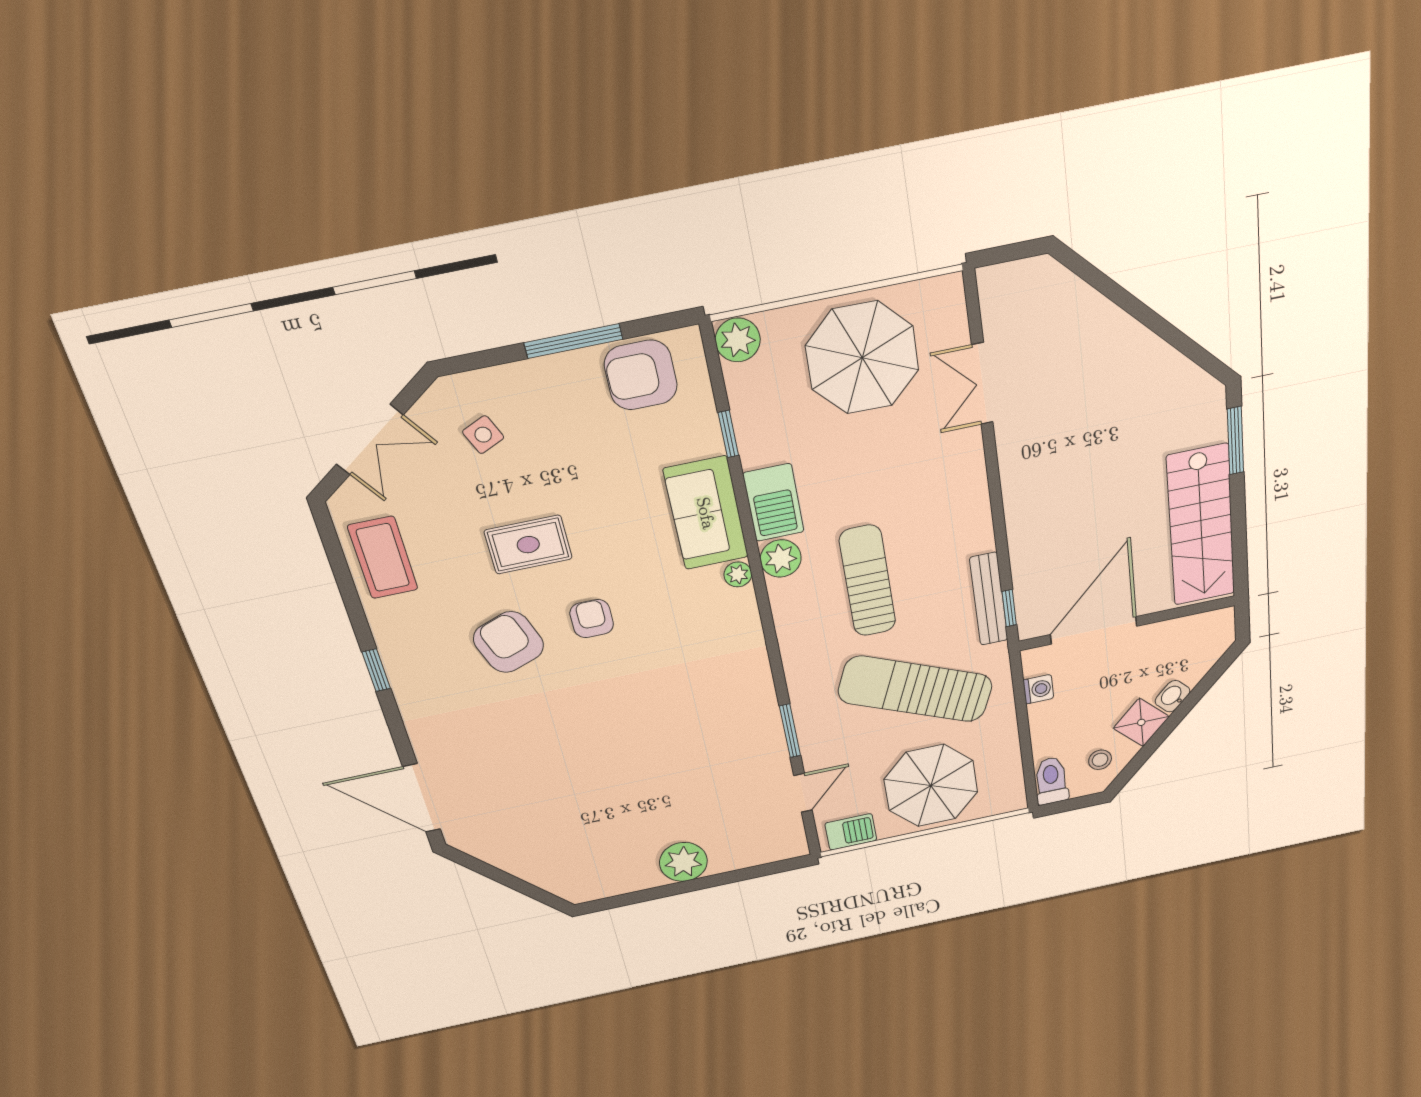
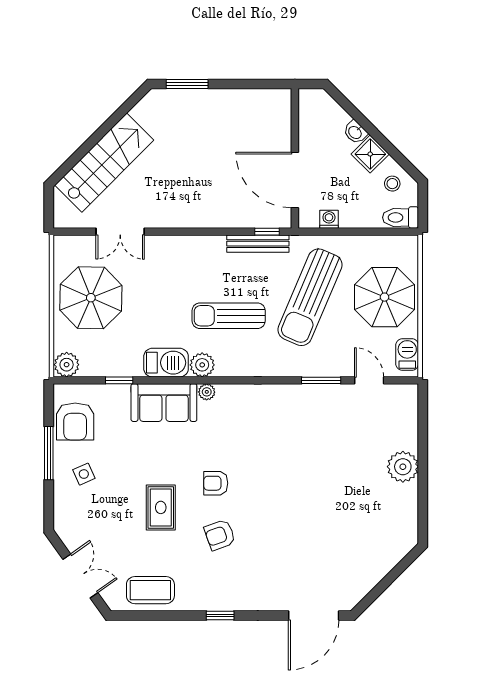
side table: (483, 435) -> (84, 474), moved
stairs: (1201, 526) -> (104, 163), moved, turned -45
armchair: (509, 642) -> (220, 535), width x0.72, depth x0.72

